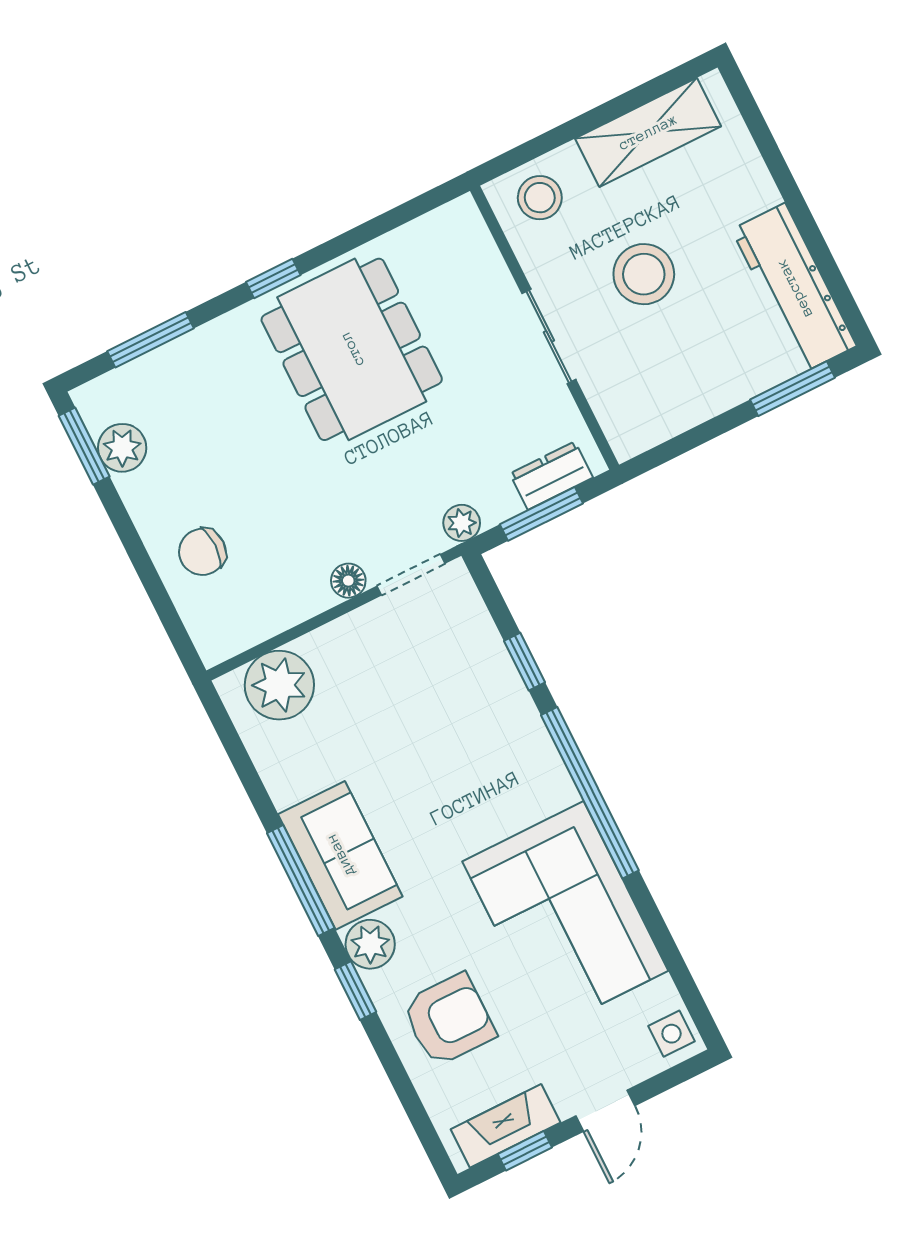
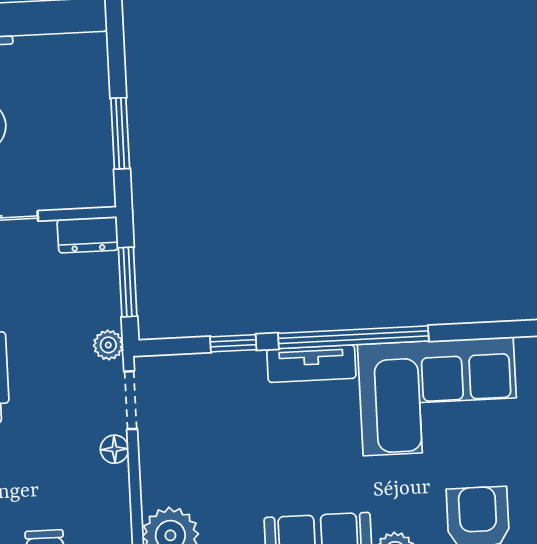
window: (792, 389) -> (120, 133), moved
dresser: (551, 476) -> (88, 235), moved, turned -90
tv unit: (540, 759) -> (311, 364), added

